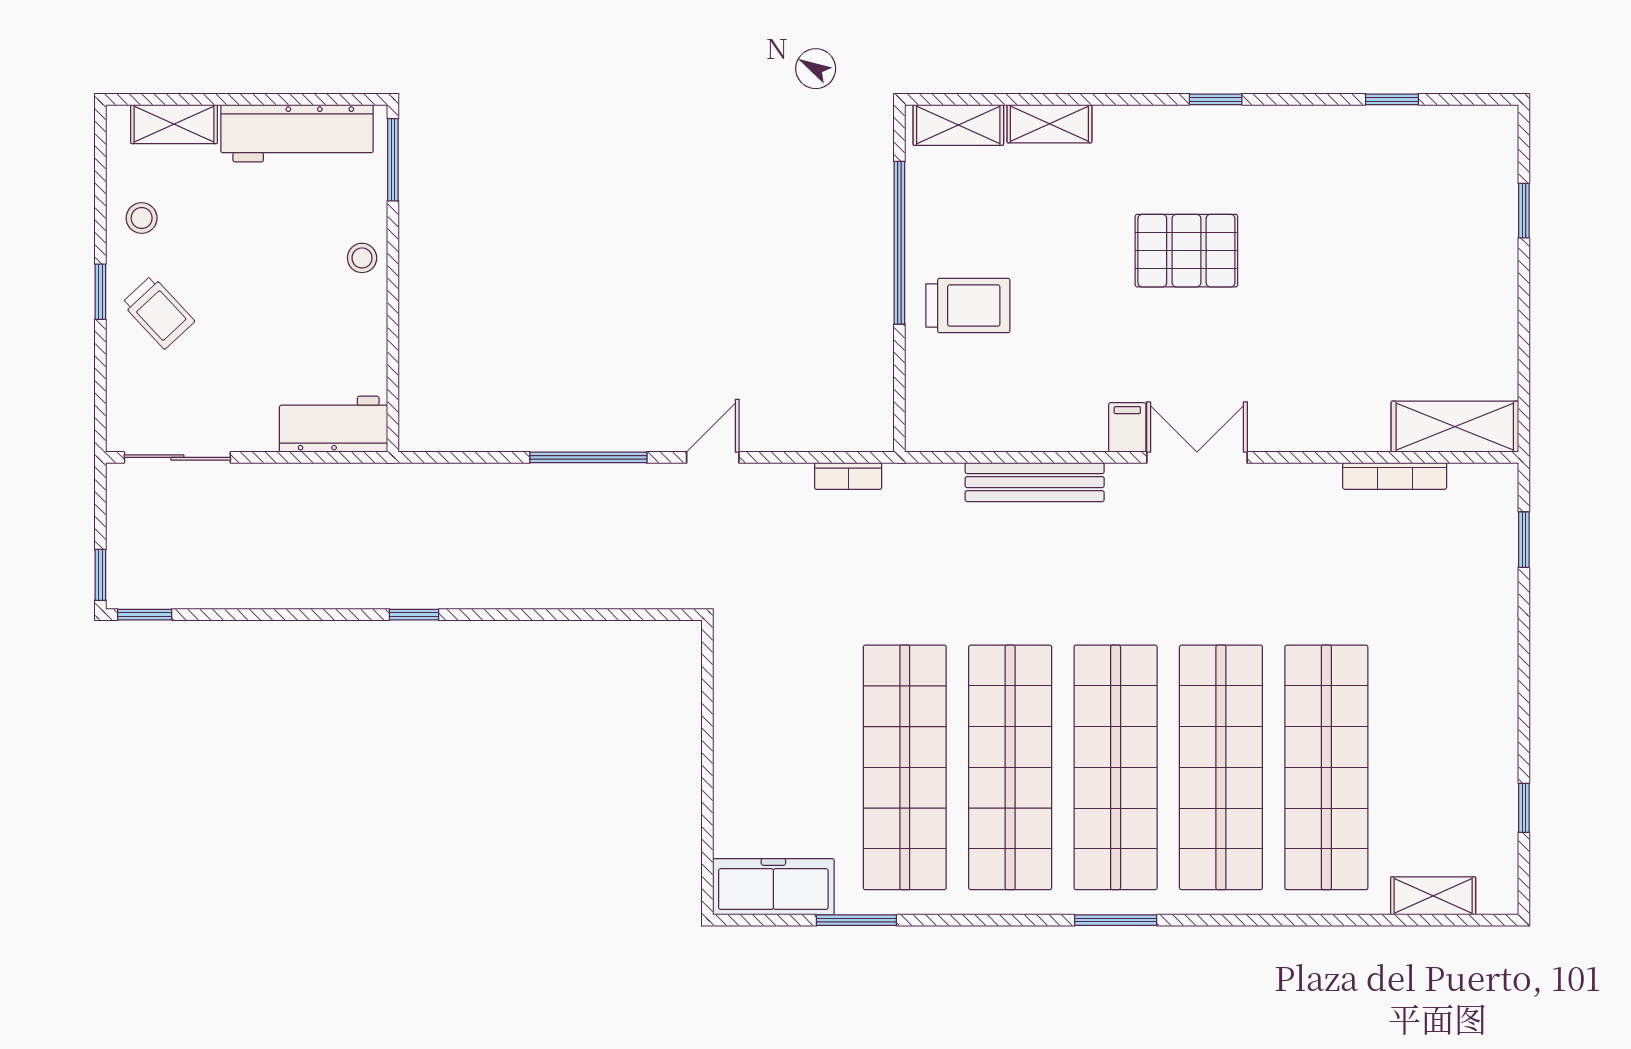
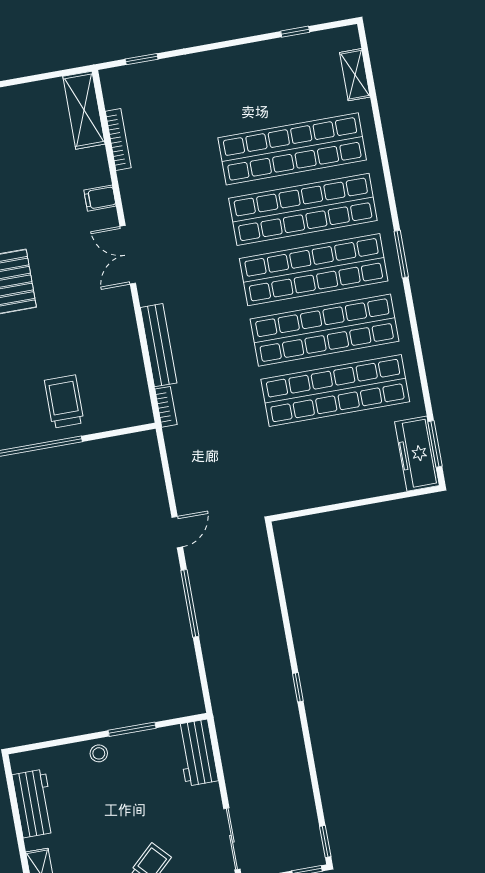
workbench: (297, 133) -> (34, 803), width x0.73
window: (393, 160) -> (132, 729), moved
filing cabinet: (1127, 427) -> (100, 198), moved
door: (713, 457) -> (177, 532), swing flipped
bookcase: (848, 476) -> (166, 407), moved
window: (856, 920) -> (435, 444), moved

